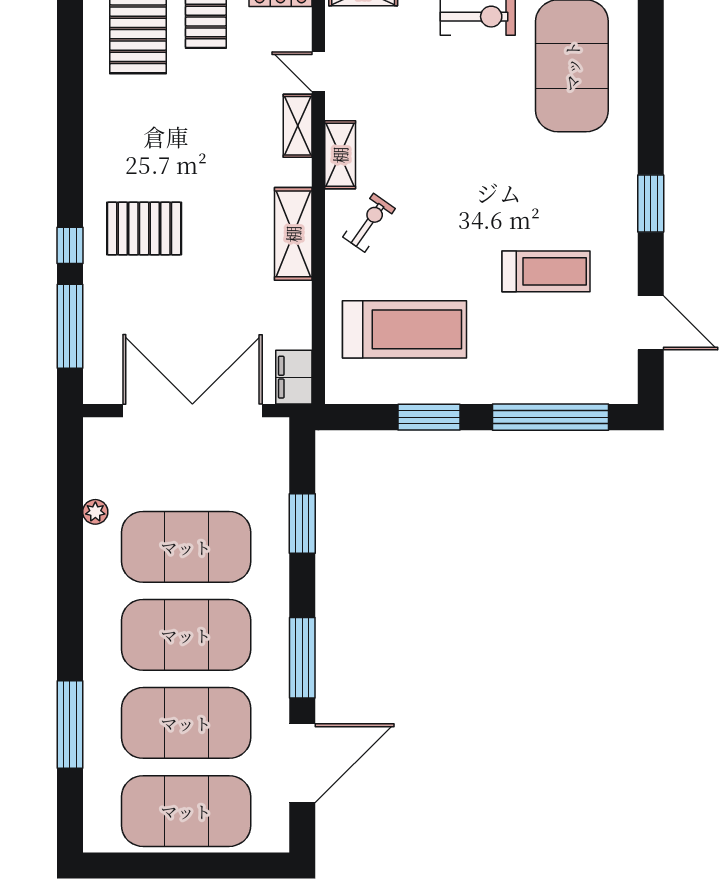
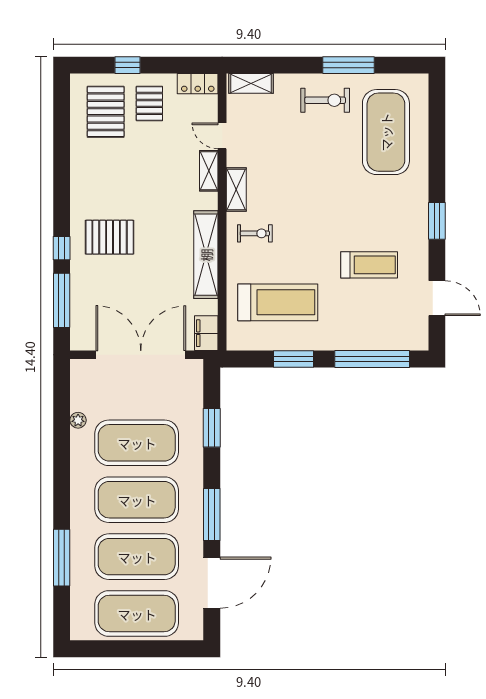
exercise bike: (369, 223) -> (255, 233), turned 55
shelving: (293, 234) -> (206, 255), width x1.47

